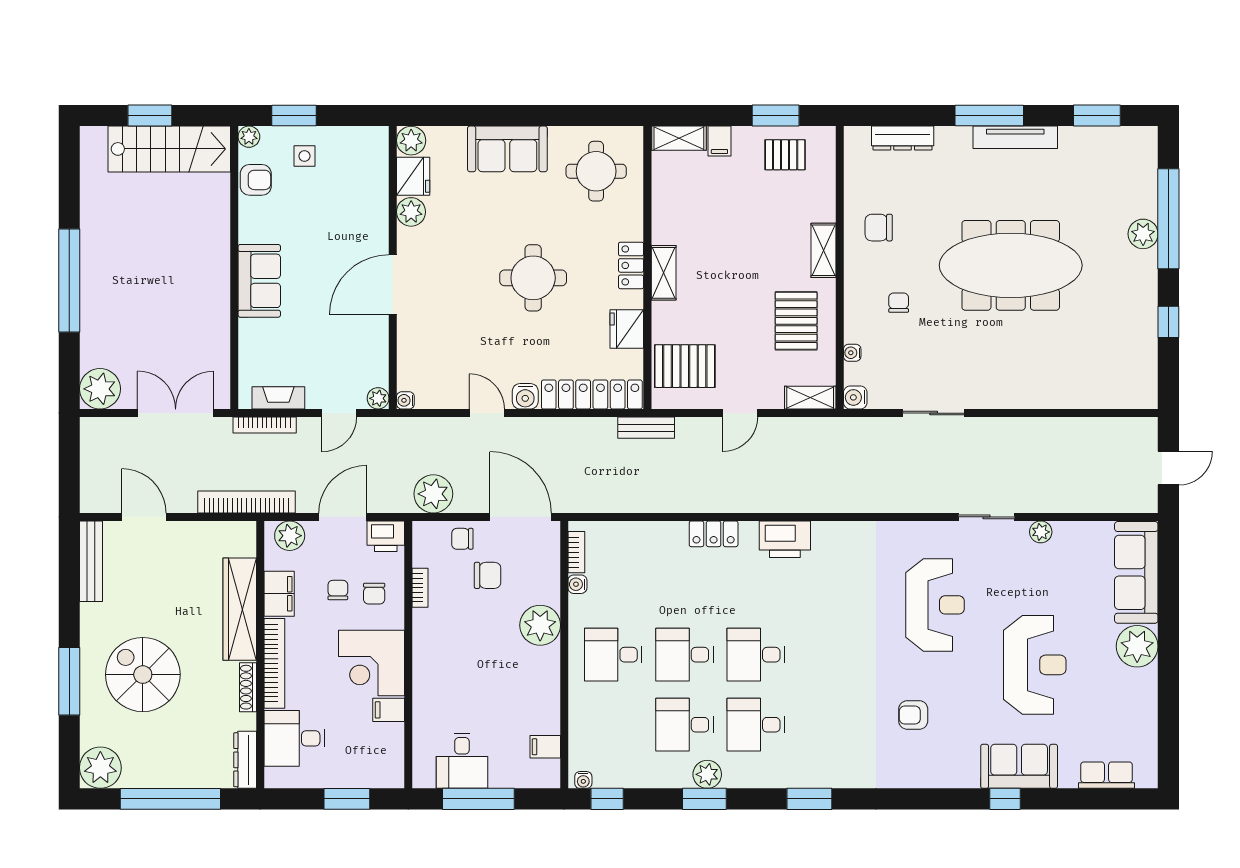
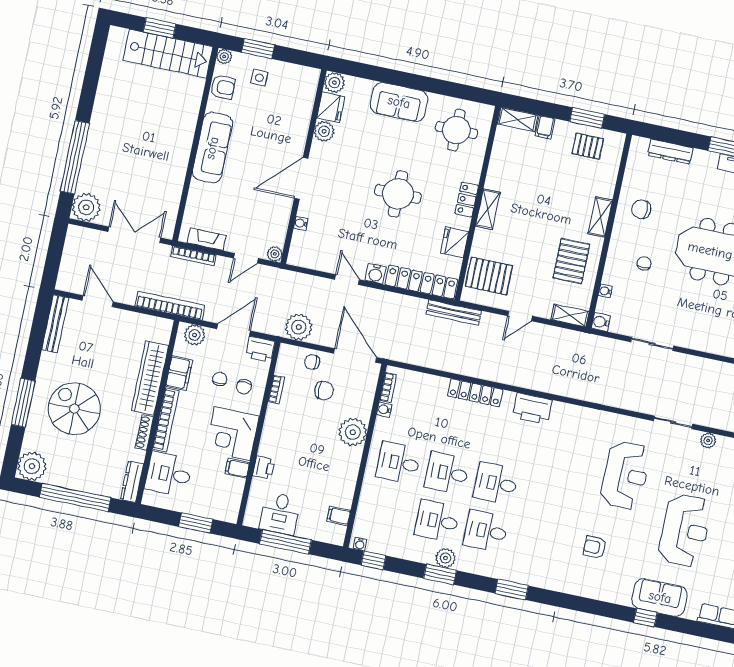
window: (69, 281) -> (75, 157), moved
sofa: (259, 281) -> (212, 148), width x1.36
water cooler: (405, 400) -> (301, 223), moved
bench: (646, 428) -> (454, 312), width x1.36
locker: (714, 534) -> (475, 393), width x1.53
printer: (426, 701) -> (264, 468), added

